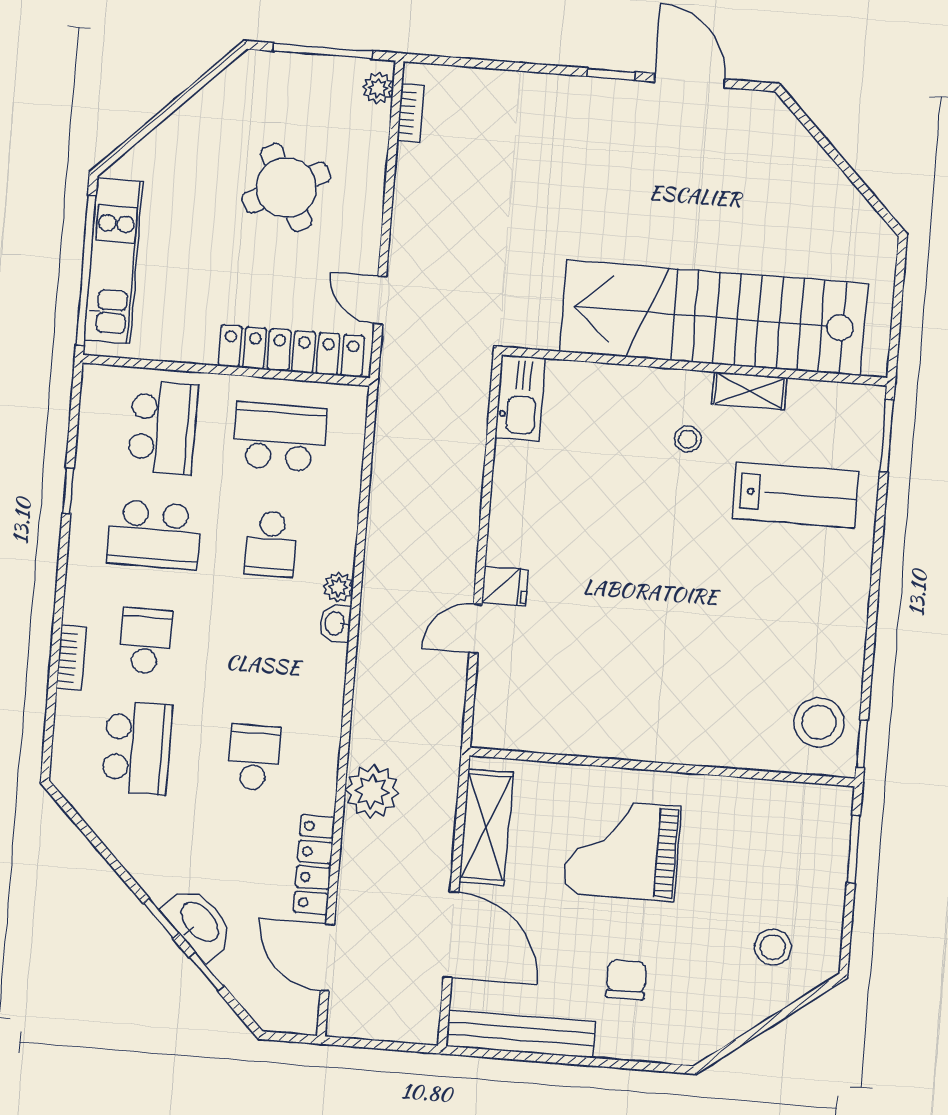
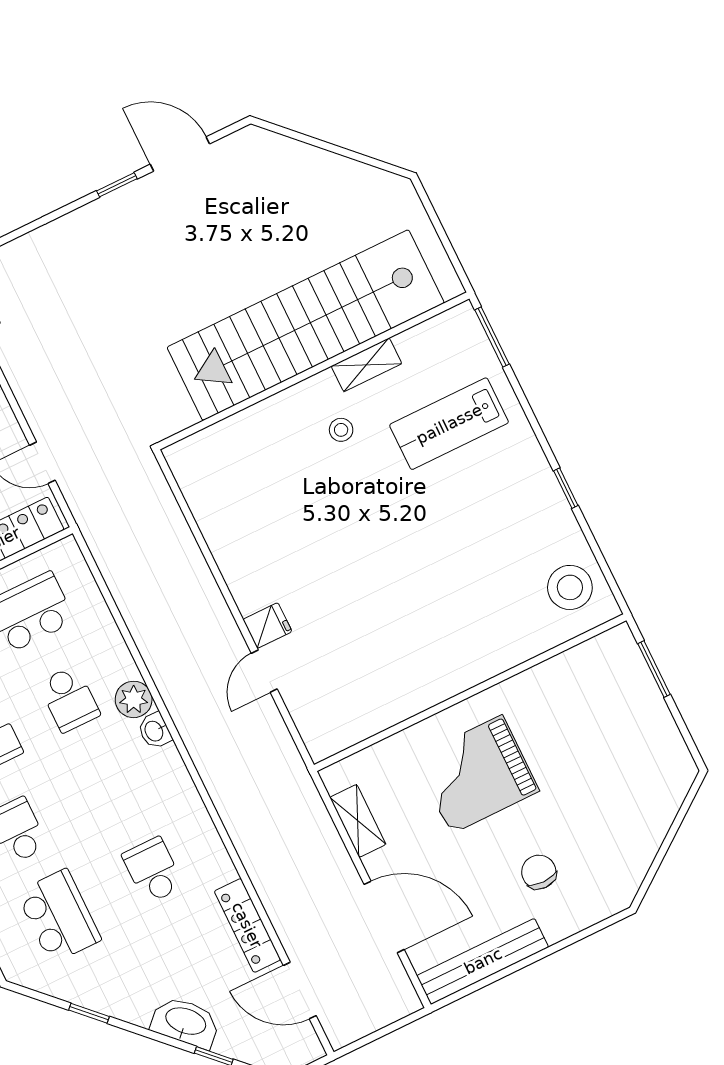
kitchen sink: (520, 398) -> (194, 474), removed
lab bench: (796, 495) -> (449, 424), turned 180
plant: (338, 587) -> (134, 699), width x1.38, depth x1.38
window: (862, 744) -> (566, 488), moved
plant: (372, 791) -> (259, 843), removed
shelving: (486, 827) -> (358, 821), width x0.67, depth x0.75
window: (161, 918) -> (89, 1013), moved
stool: (773, 947) -> (636, 781), removed

